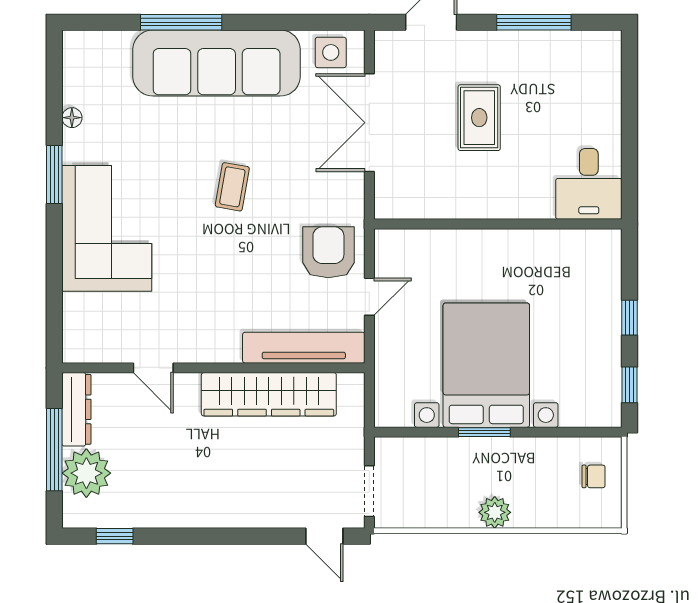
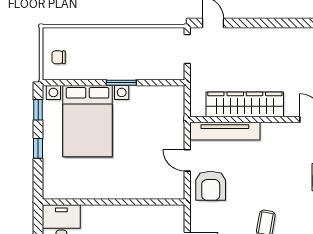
door: (369, 297) -> (187, 160), hinge flipped
bed with nightstands: (486, 365) -> (88, 121), moved
plant: (495, 512) -> (115, 37), removed

